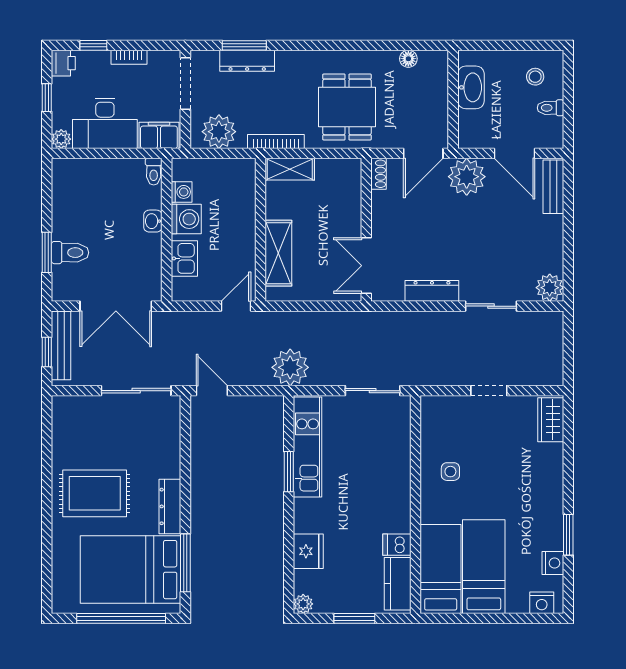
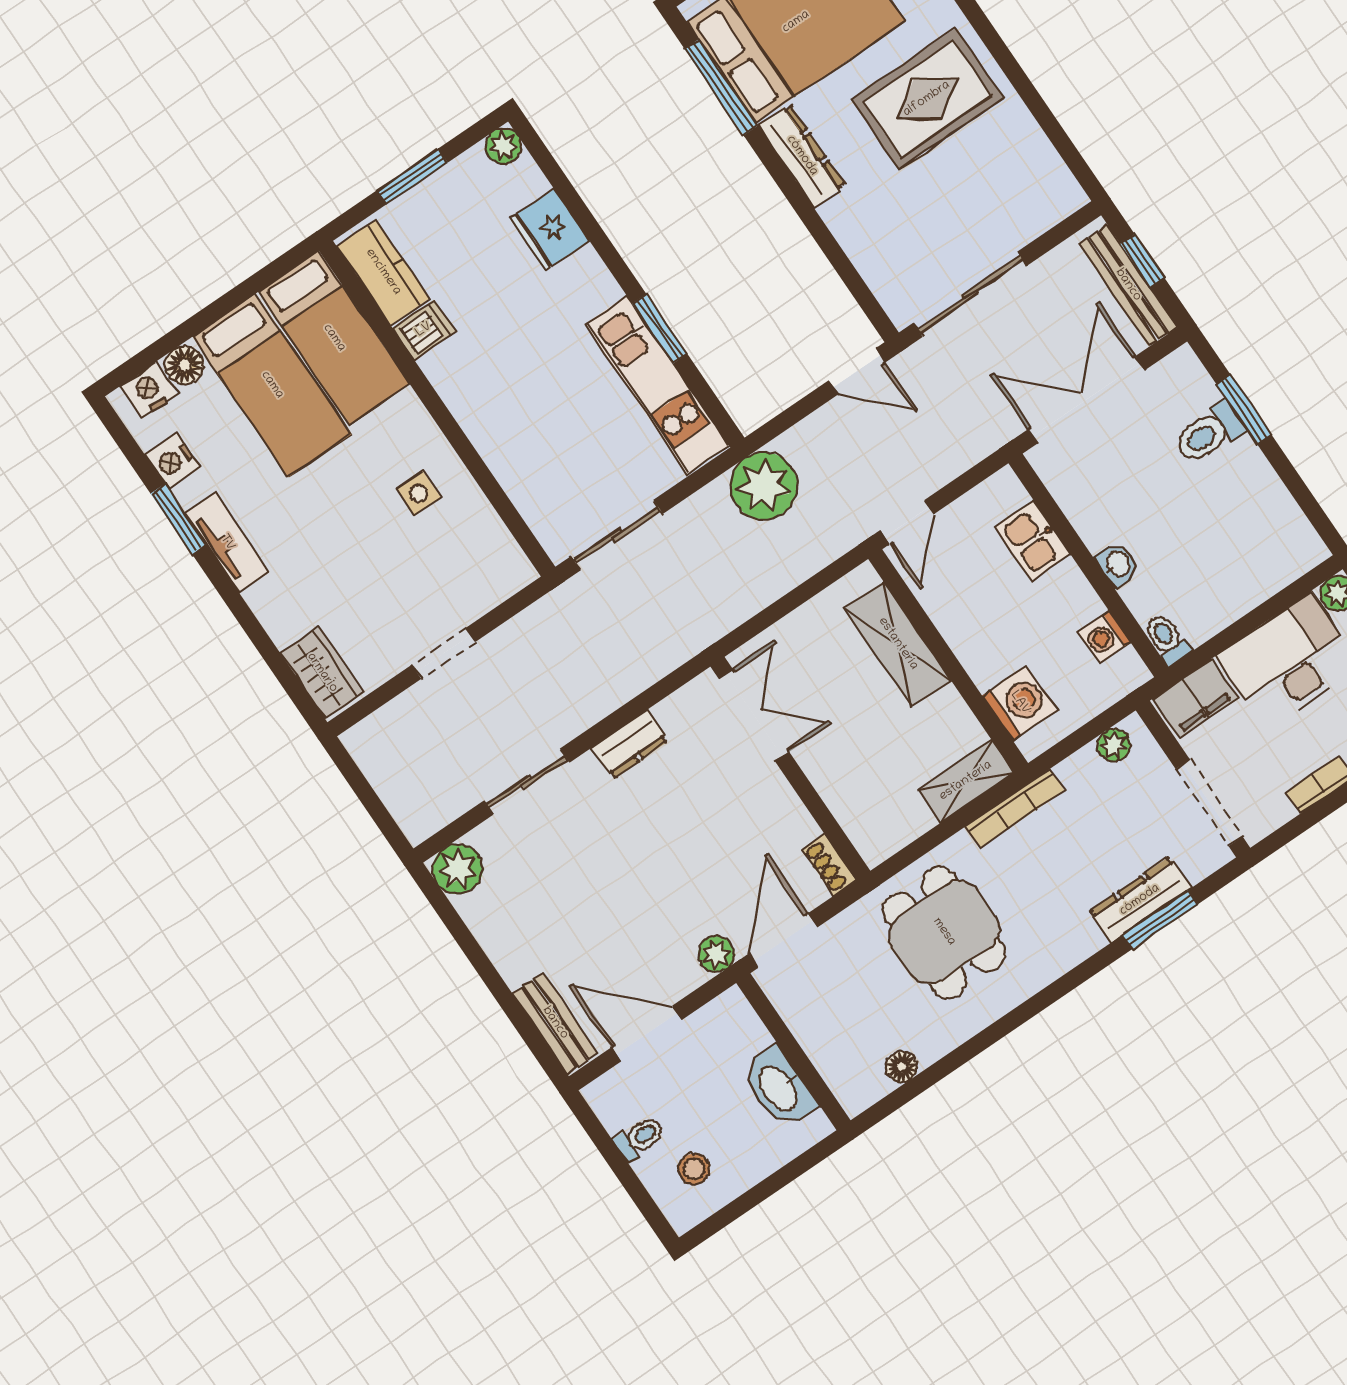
plant: (219, 132) -> (1114, 745), width x0.53, depth x0.53
plant: (467, 177) -> (716, 954), width x0.53, depth x0.53
washing machine: (186, 219) -> (1020, 703), moved, turned 180
dresser: (432, 291) -> (630, 744), width x0.70
tv unit: (553, 509) -> (227, 543), added
floor lamp: (517, 603) -> (185, 365), added

